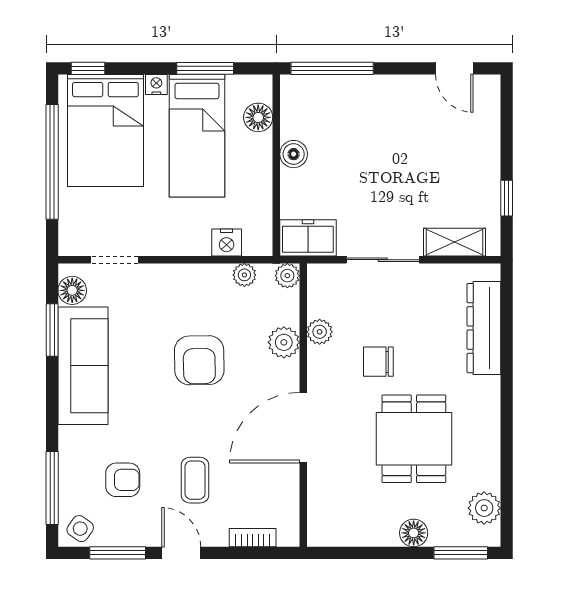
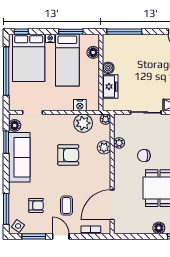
freezer: (308, 238) -> (110, 87), moved, turned 90
plant: (244, 275) -> (83, 123), width x1.88, depth x1.88
armchair: (199, 360) -> (68, 155), turned -89
door: (303, 428) -> (112, 205), moved

